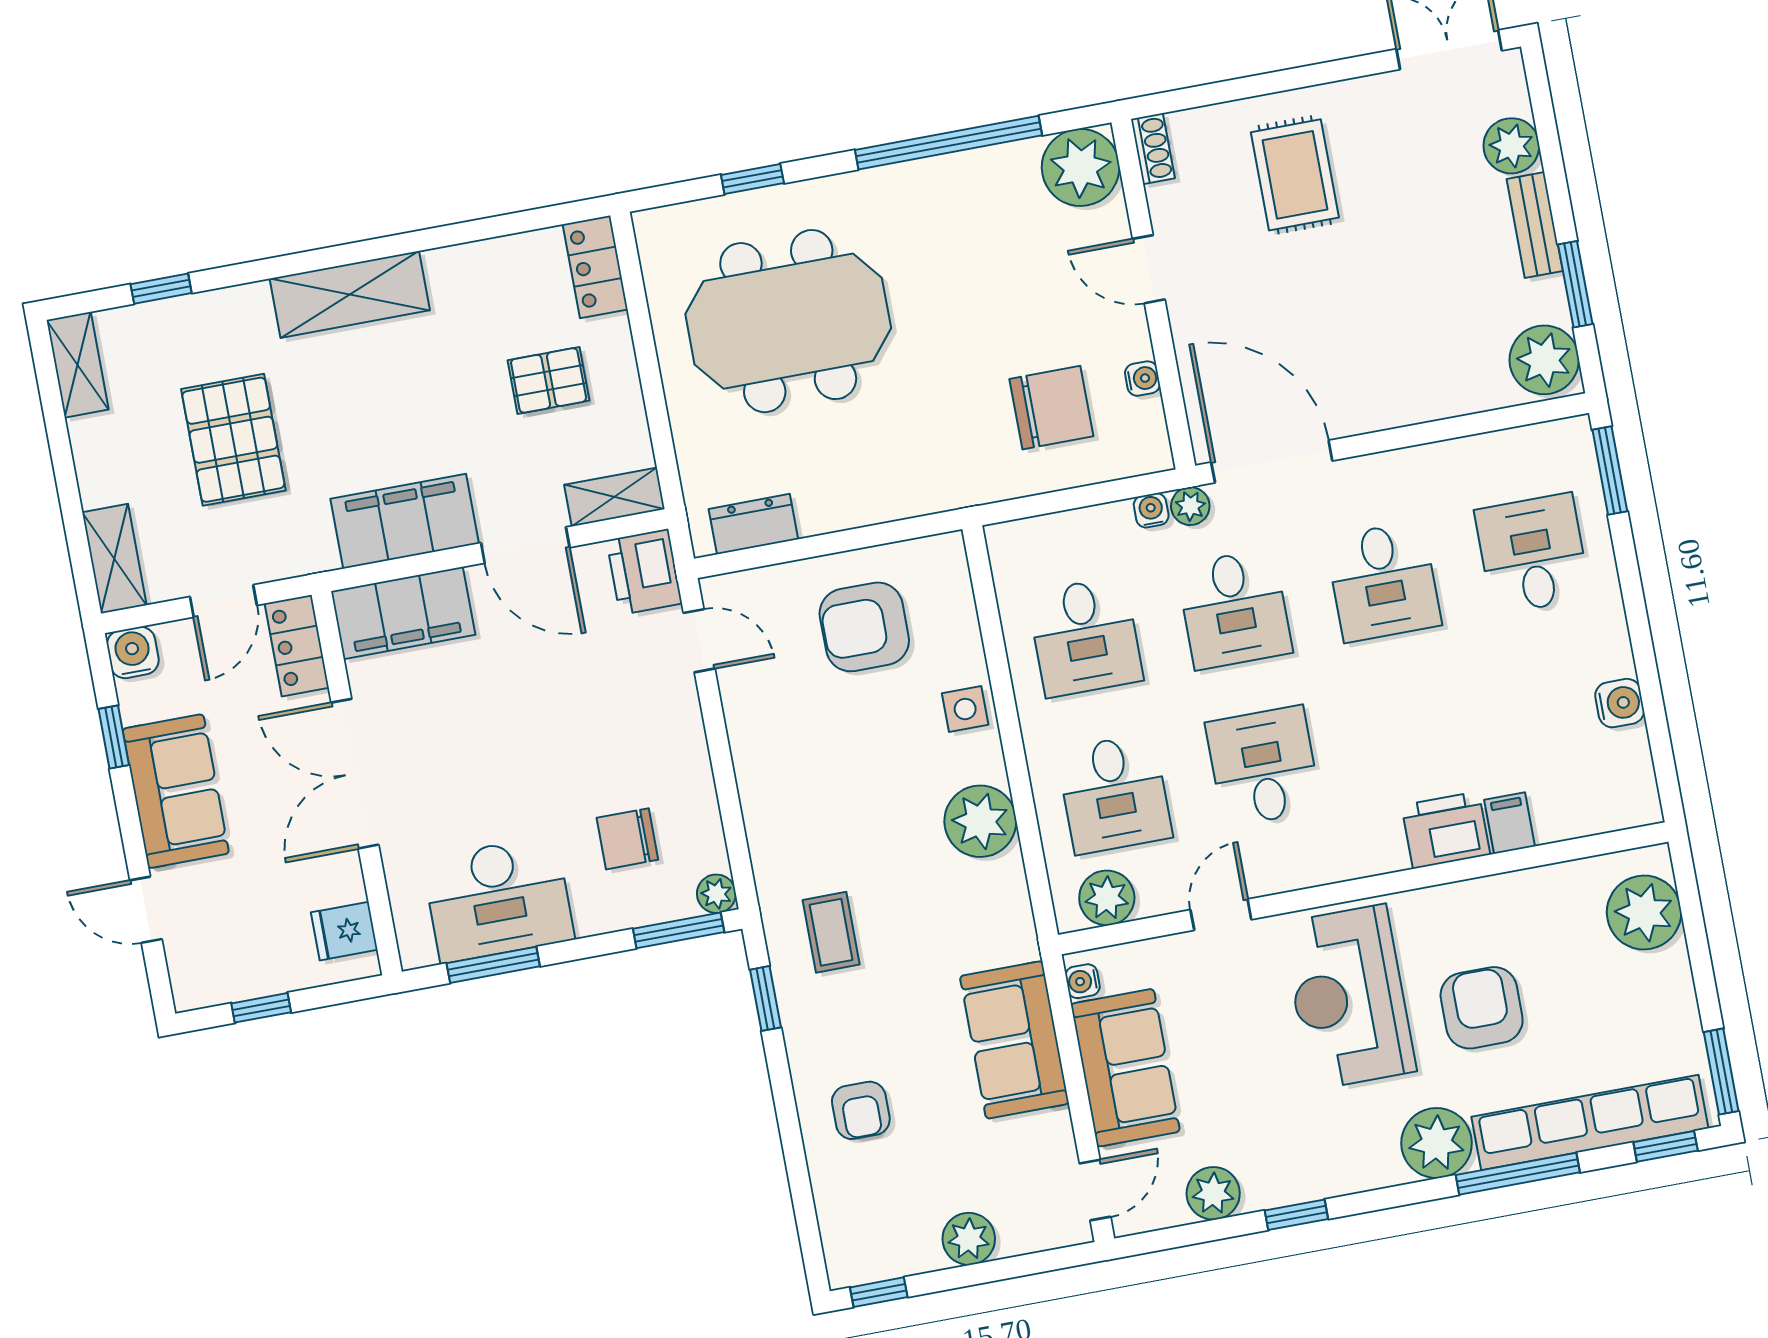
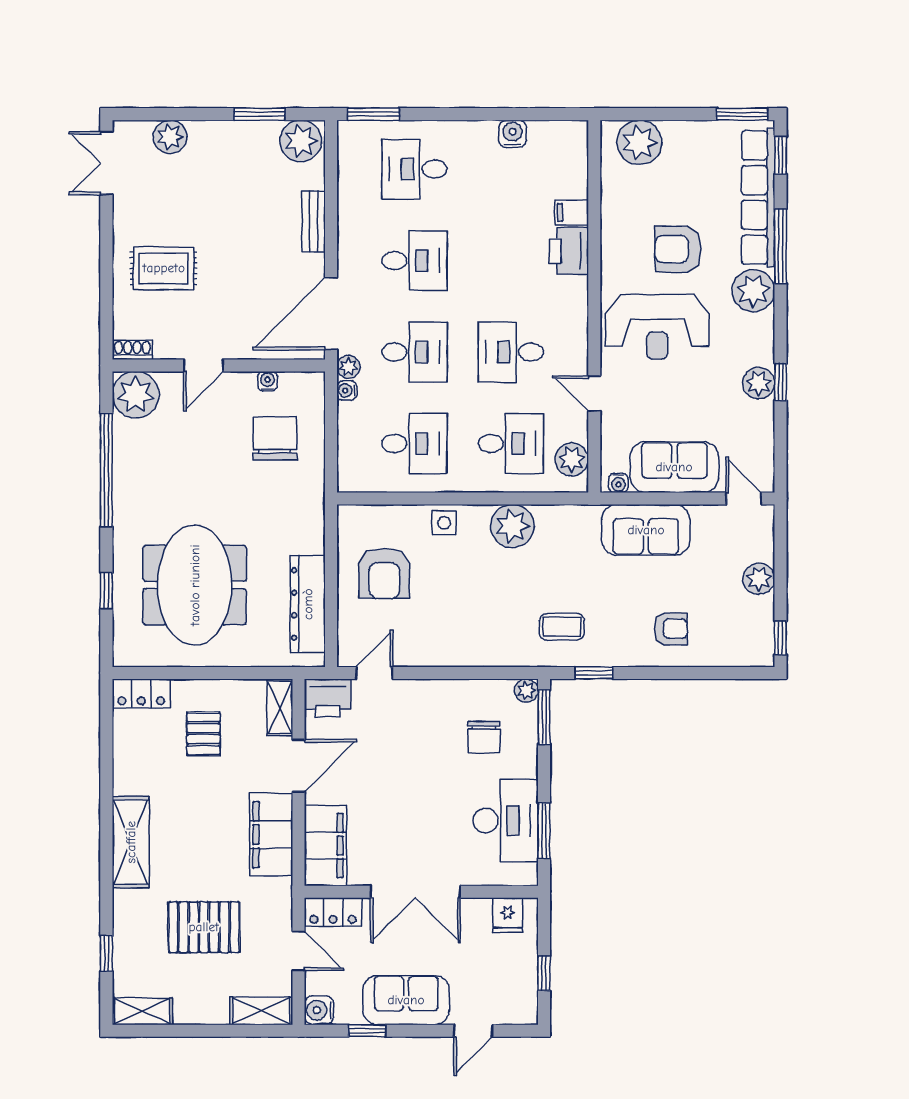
bench: (1535, 225) -> (314, 222), moved, turned 90
dresser: (753, 524) -> (308, 604), width x1.96, depth x1.24
plant: (1213, 1193) -> (759, 383), moved

